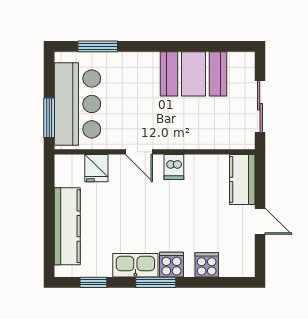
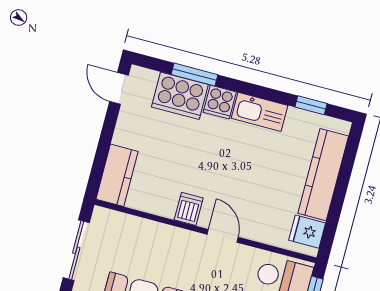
fridge: (96, 168) -> (307, 232), moved, turned -90
door: (260, 221) -> (119, 88), moved
cooker: (207, 265) -> (180, 96), width x1.87, depth x1.31
window: (156, 282) -> (194, 75), moved

